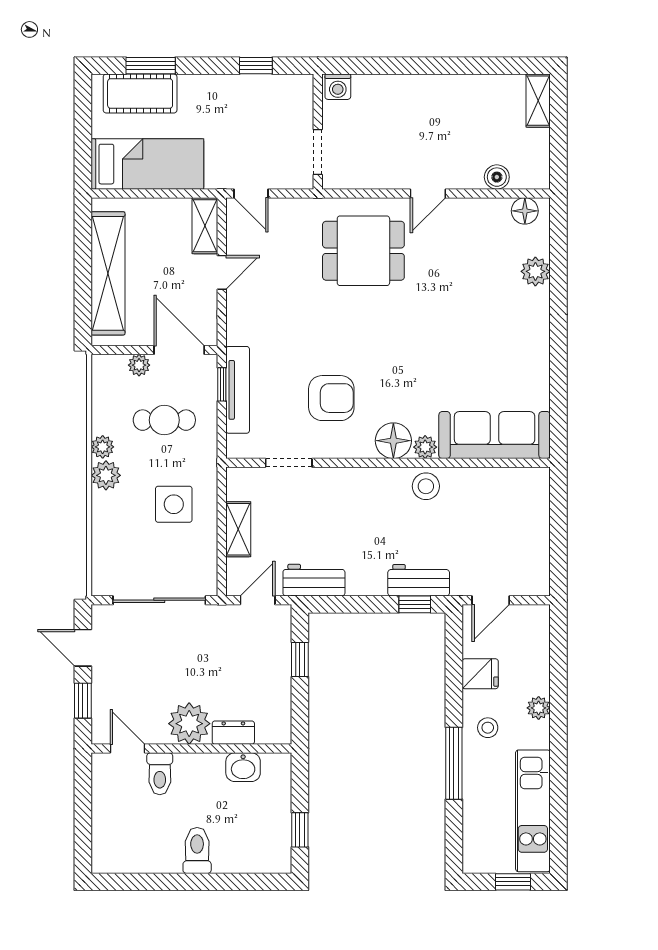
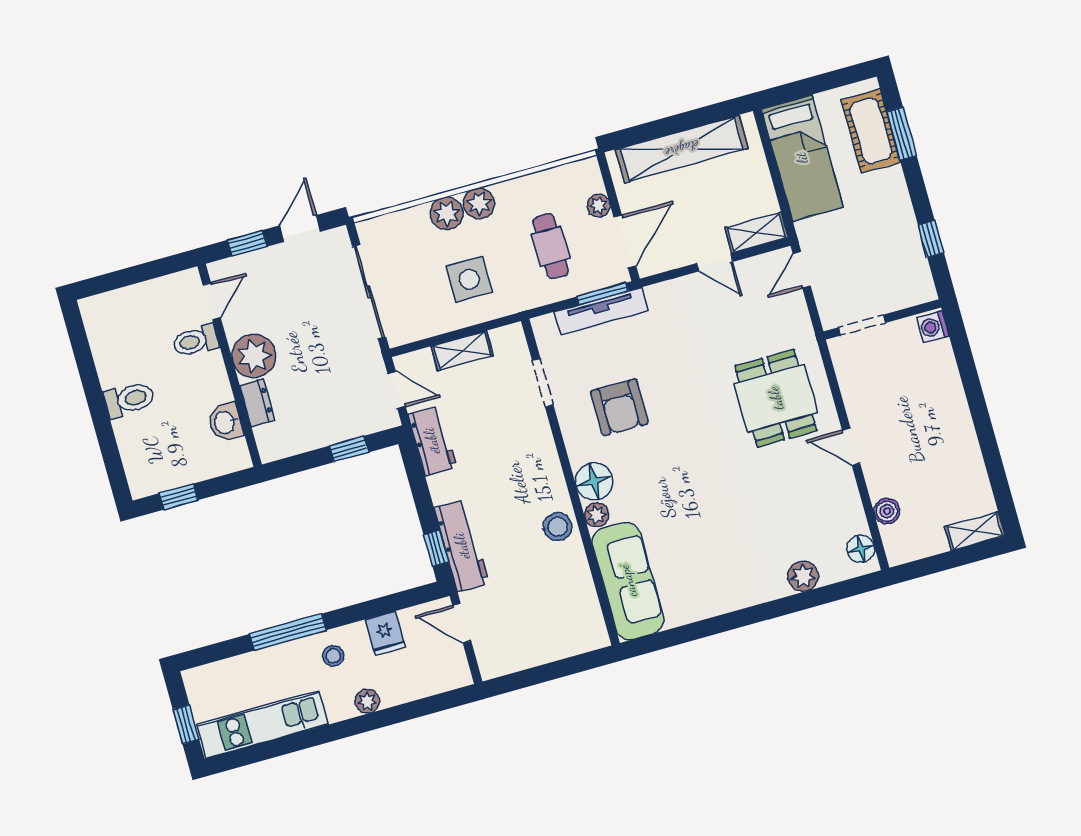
window: (222, 384) -> (602, 294), width x1.50
plant: (103, 447) -> (447, 213), moved, width x1.38, depth x1.38
workbench: (419, 580) -> (462, 546), width x1.38

